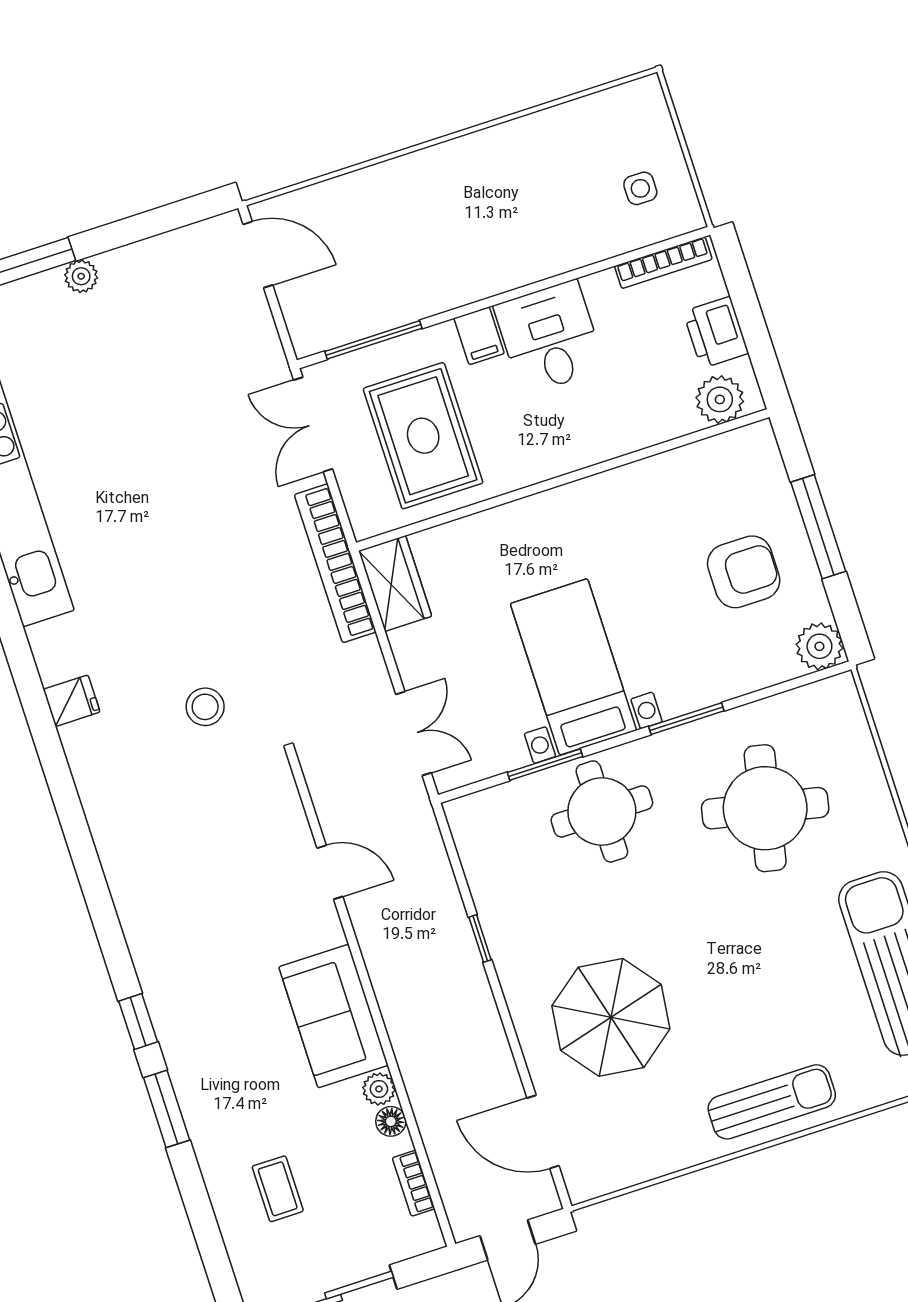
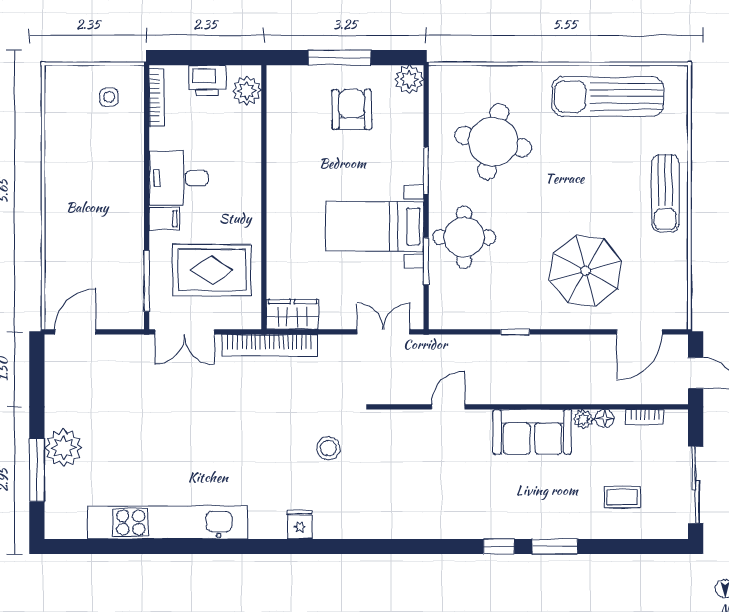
plant: (81, 276) -> (63, 448), width x1.87, depth x1.87
sun lounger: (772, 1102) -> (665, 193), turned 180

